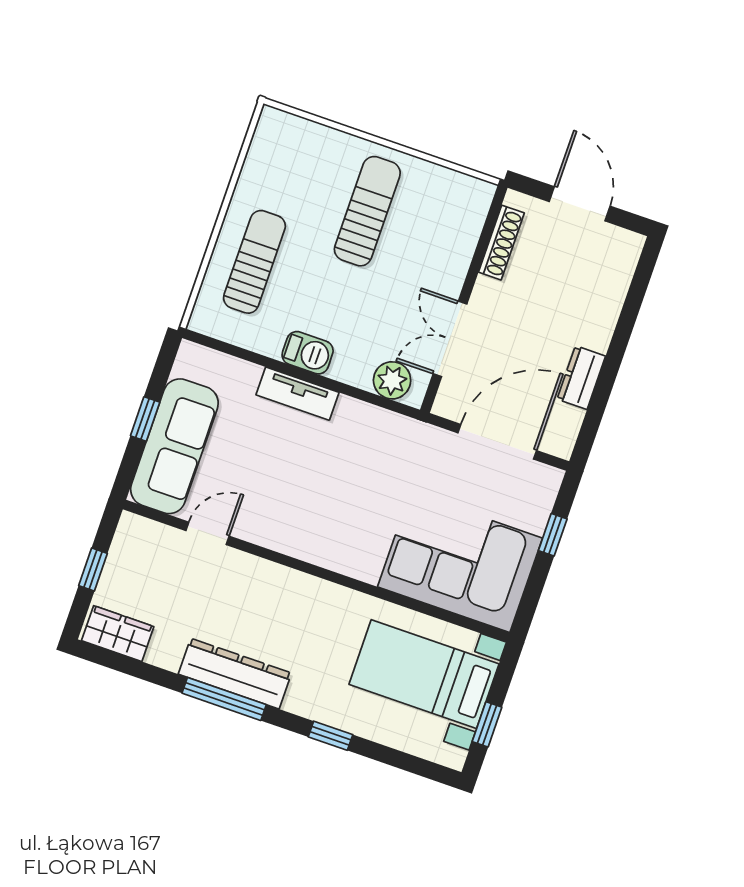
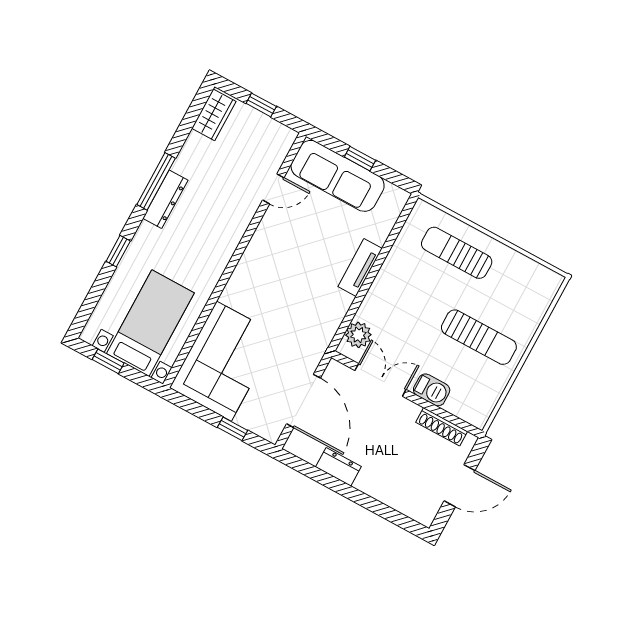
sun lounger: (254, 262) -> (457, 253), turned 180
barbecue: (308, 353) -> (432, 390), moved, turned -90
door: (208, 533) -> (273, 189), hinge flipped
dresser: (235, 674) -> (165, 199), width x0.73, depth x0.80

